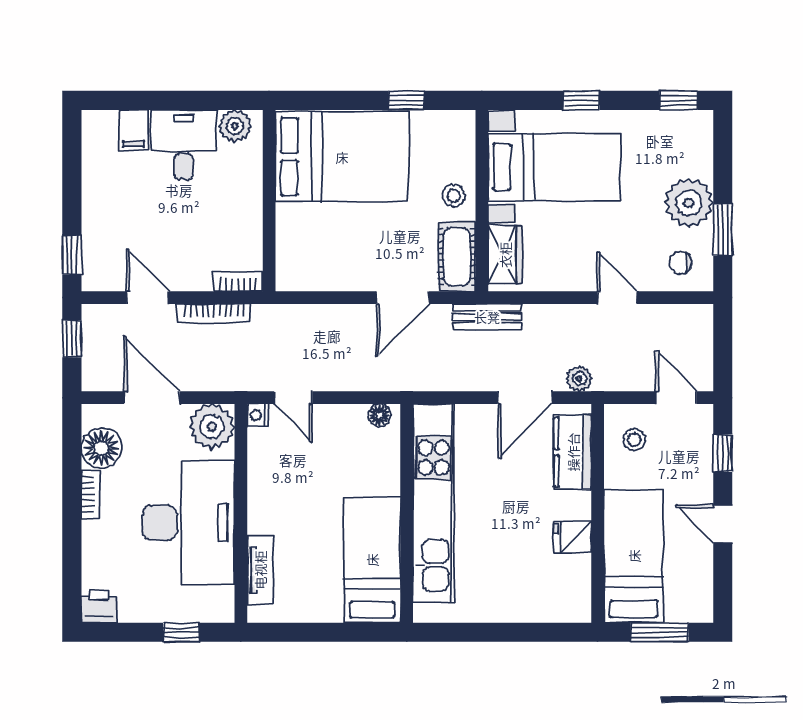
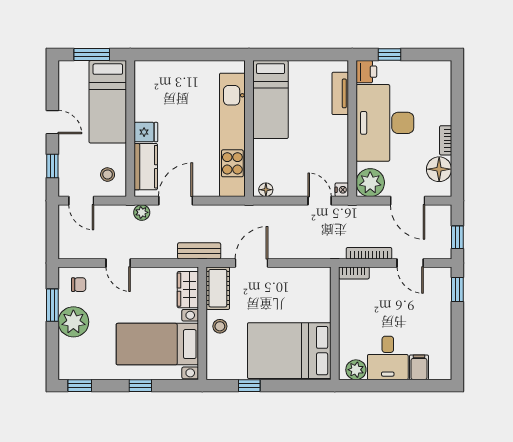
fridge: (572, 537) -> (146, 132), moved
printer: (99, 607) -> (366, 72), moved, turned -90

